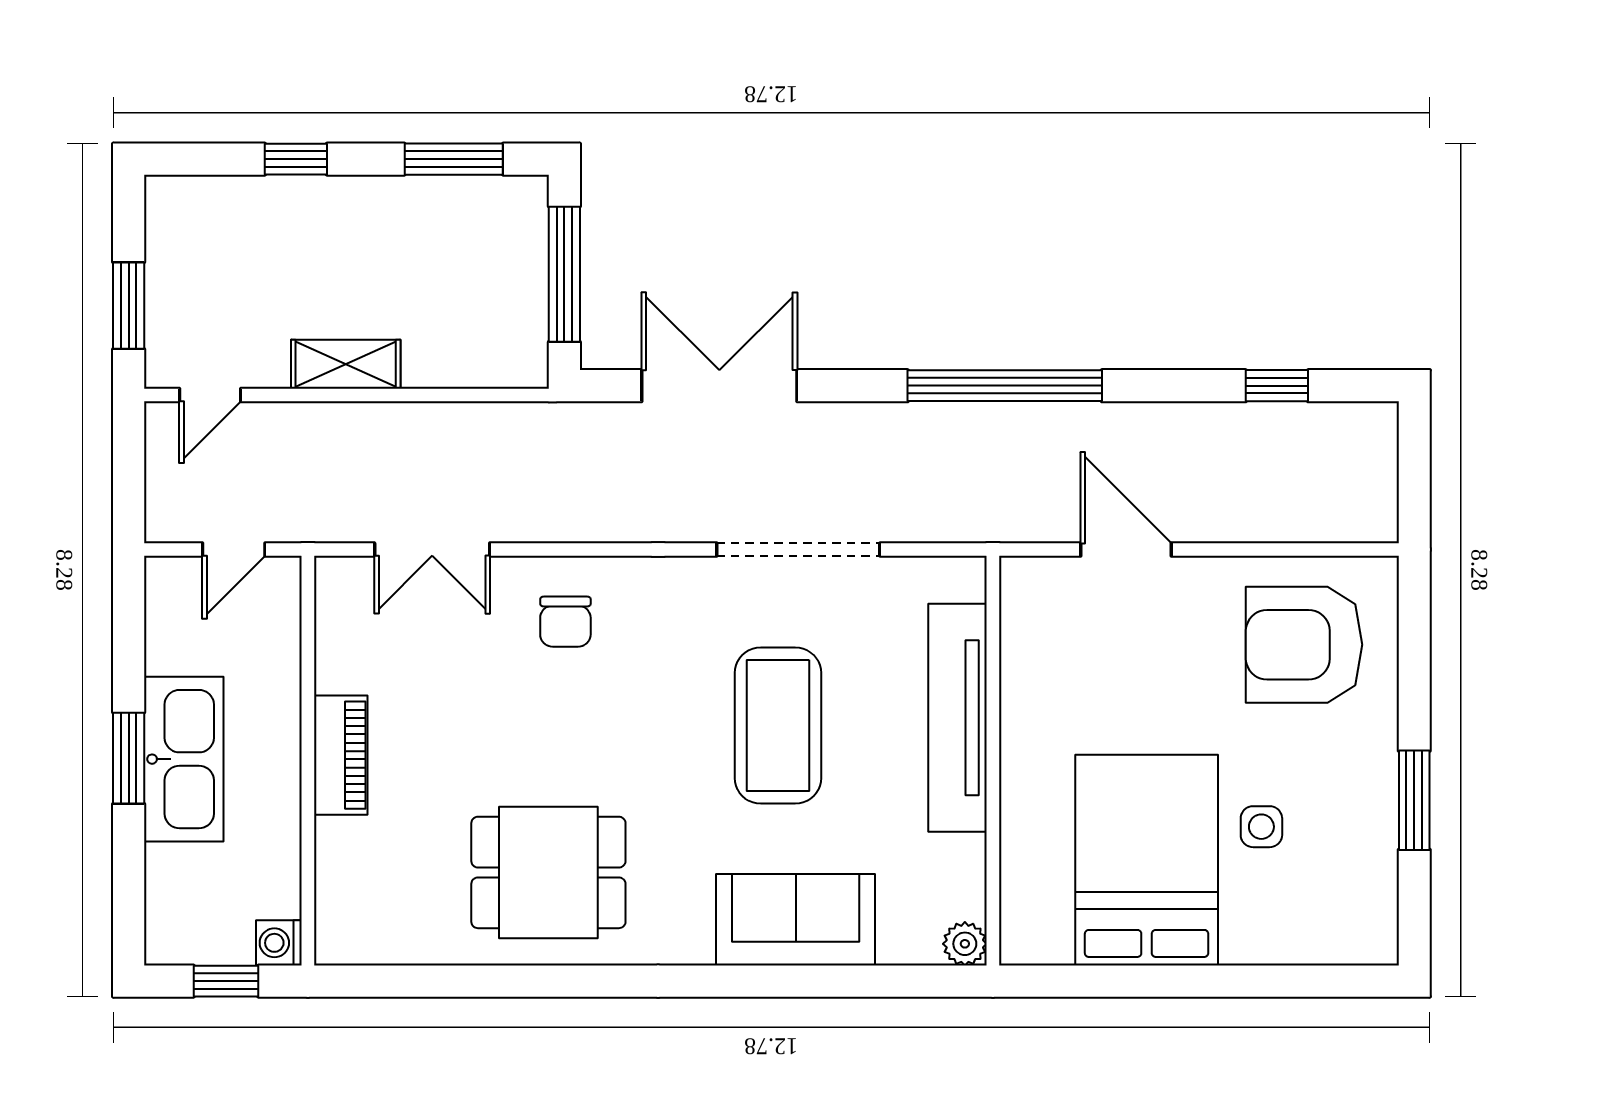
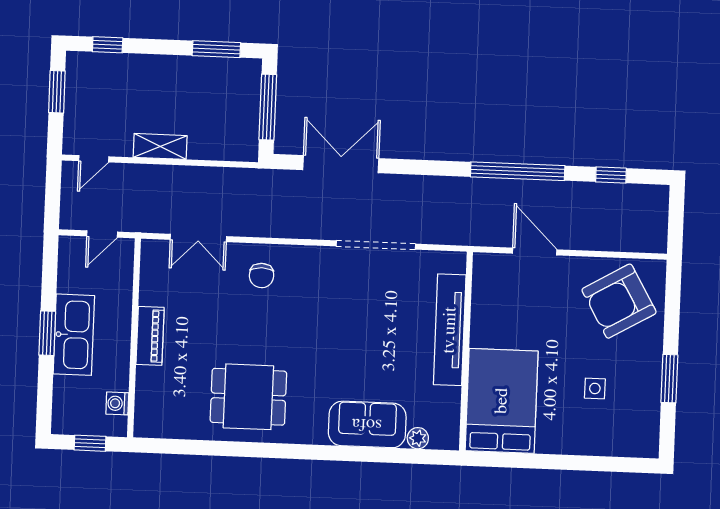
window: (296, 159) -> (108, 45), moved
window: (129, 306) -> (57, 92), moved
window: (1005, 386) -> (518, 171), moved
armchair: (1304, 645) -> (619, 301), turned -30
coffee table: (778, 726) -> (363, 330), removed
bed: (1147, 860) -> (502, 401), moved
washing machine: (279, 943) -> (117, 403), moved
plant: (965, 944) -> (418, 438), moved

